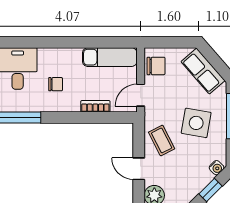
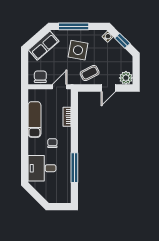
exam couch: (110, 57) -> (34, 119), moved
door: (141, 95) -> (60, 87), swing flipped

